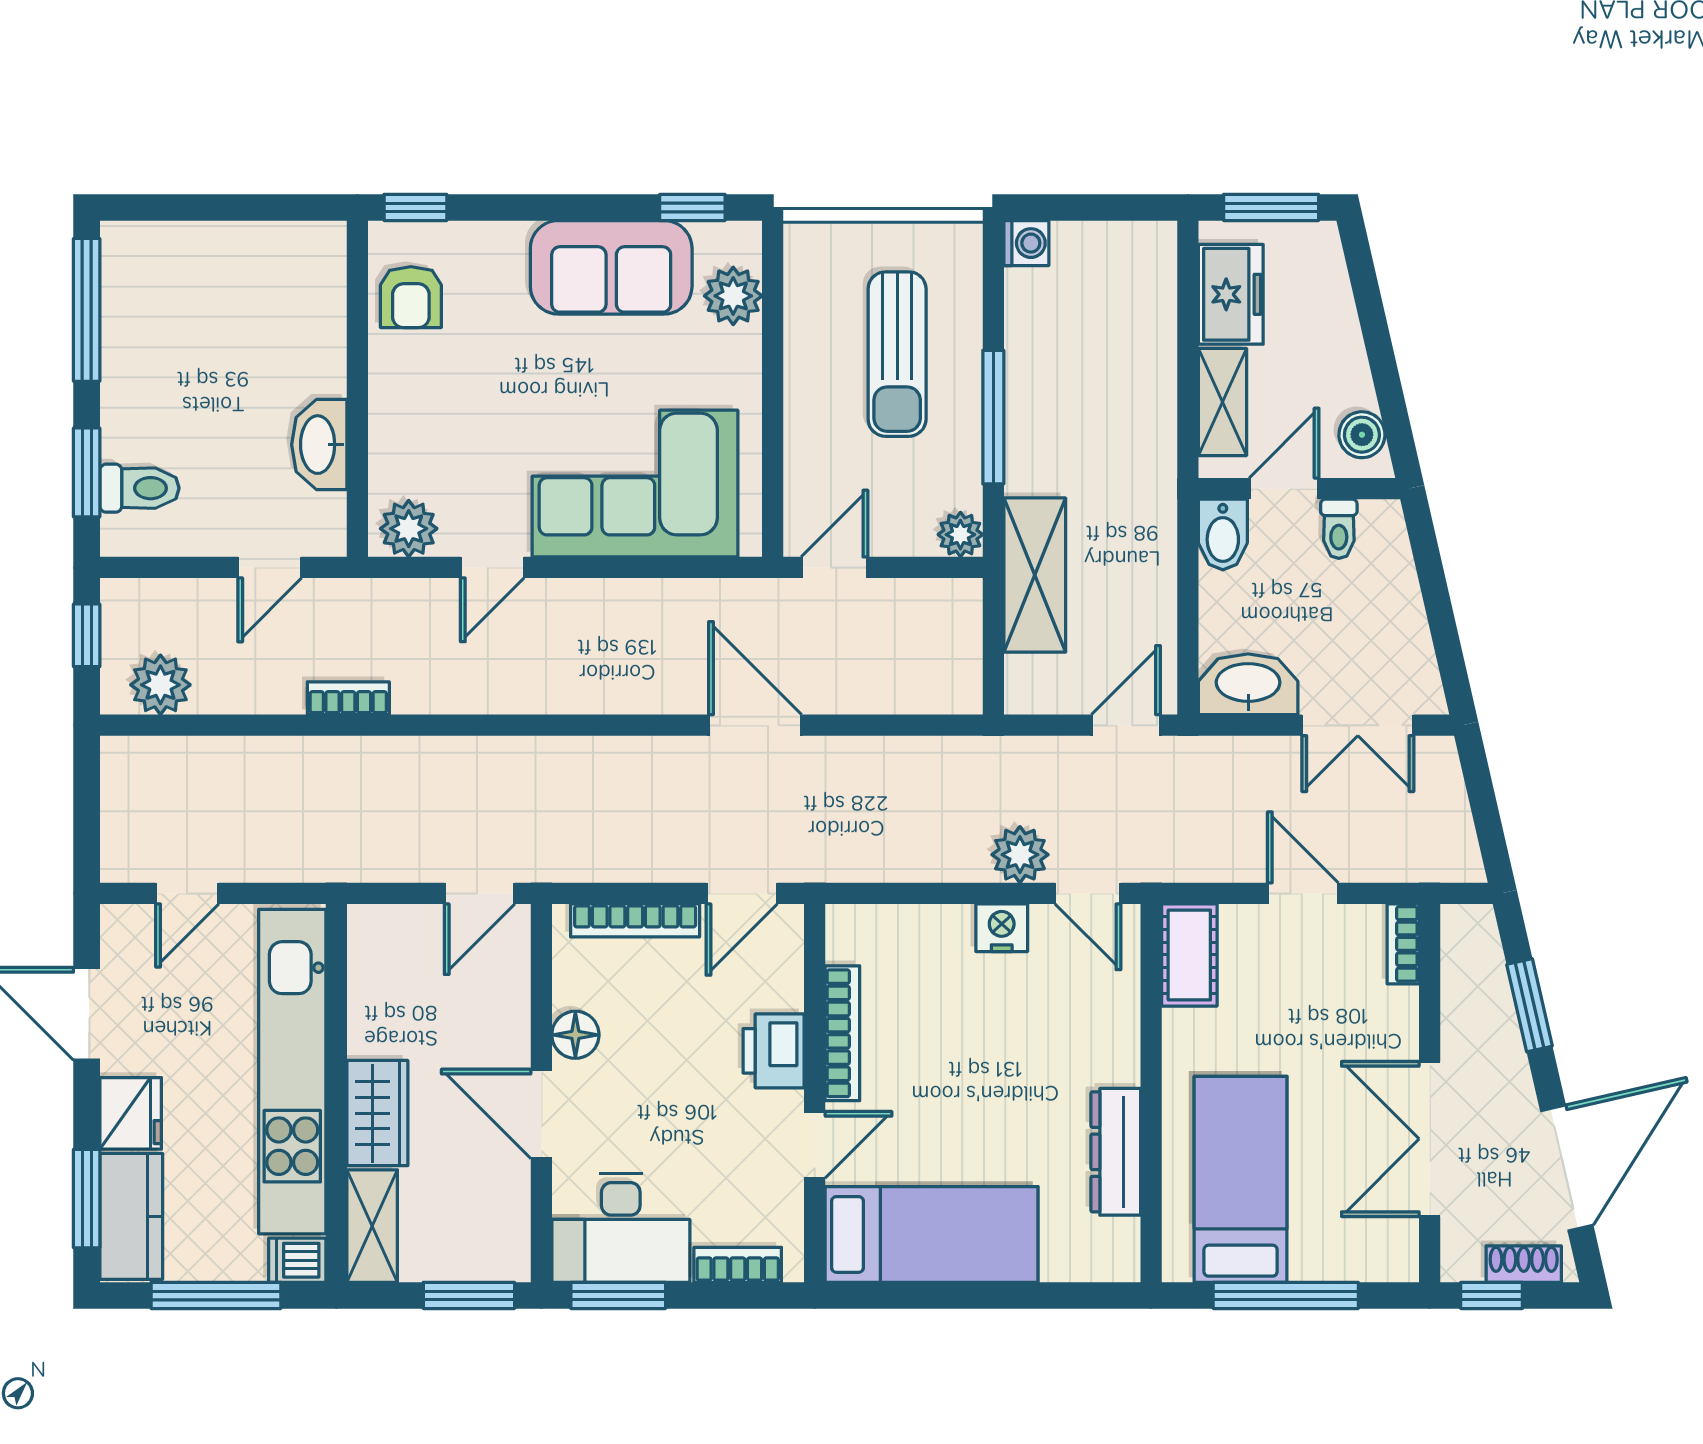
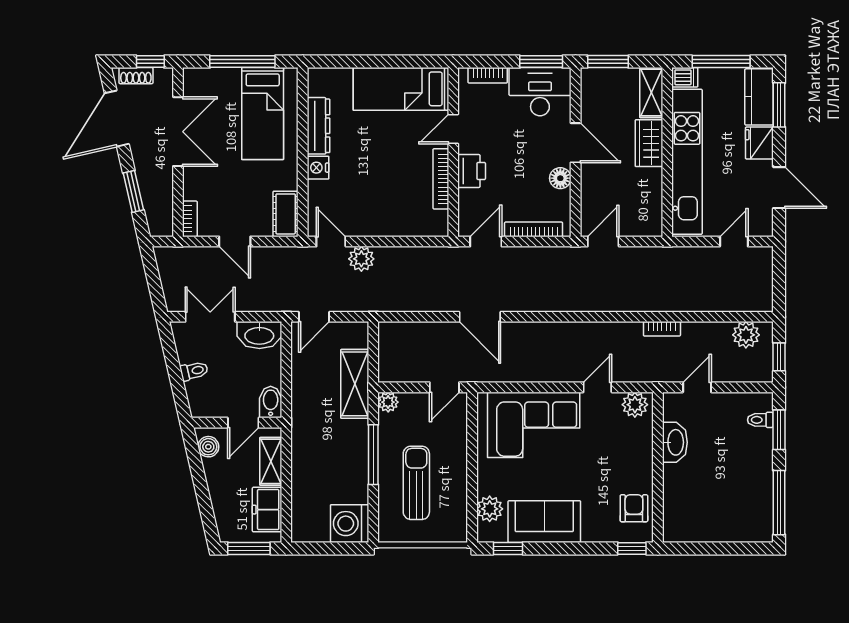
washing machine: (1026, 243) -> (350, 524), width x1.89, depth x1.89
toilet: (139, 488) -> (760, 420), width x0.73, depth x0.72
toilet: (1339, 529) -> (194, 371), moved, turned 77
nightstand: (1002, 928) -> (318, 168), moved, turned 90

